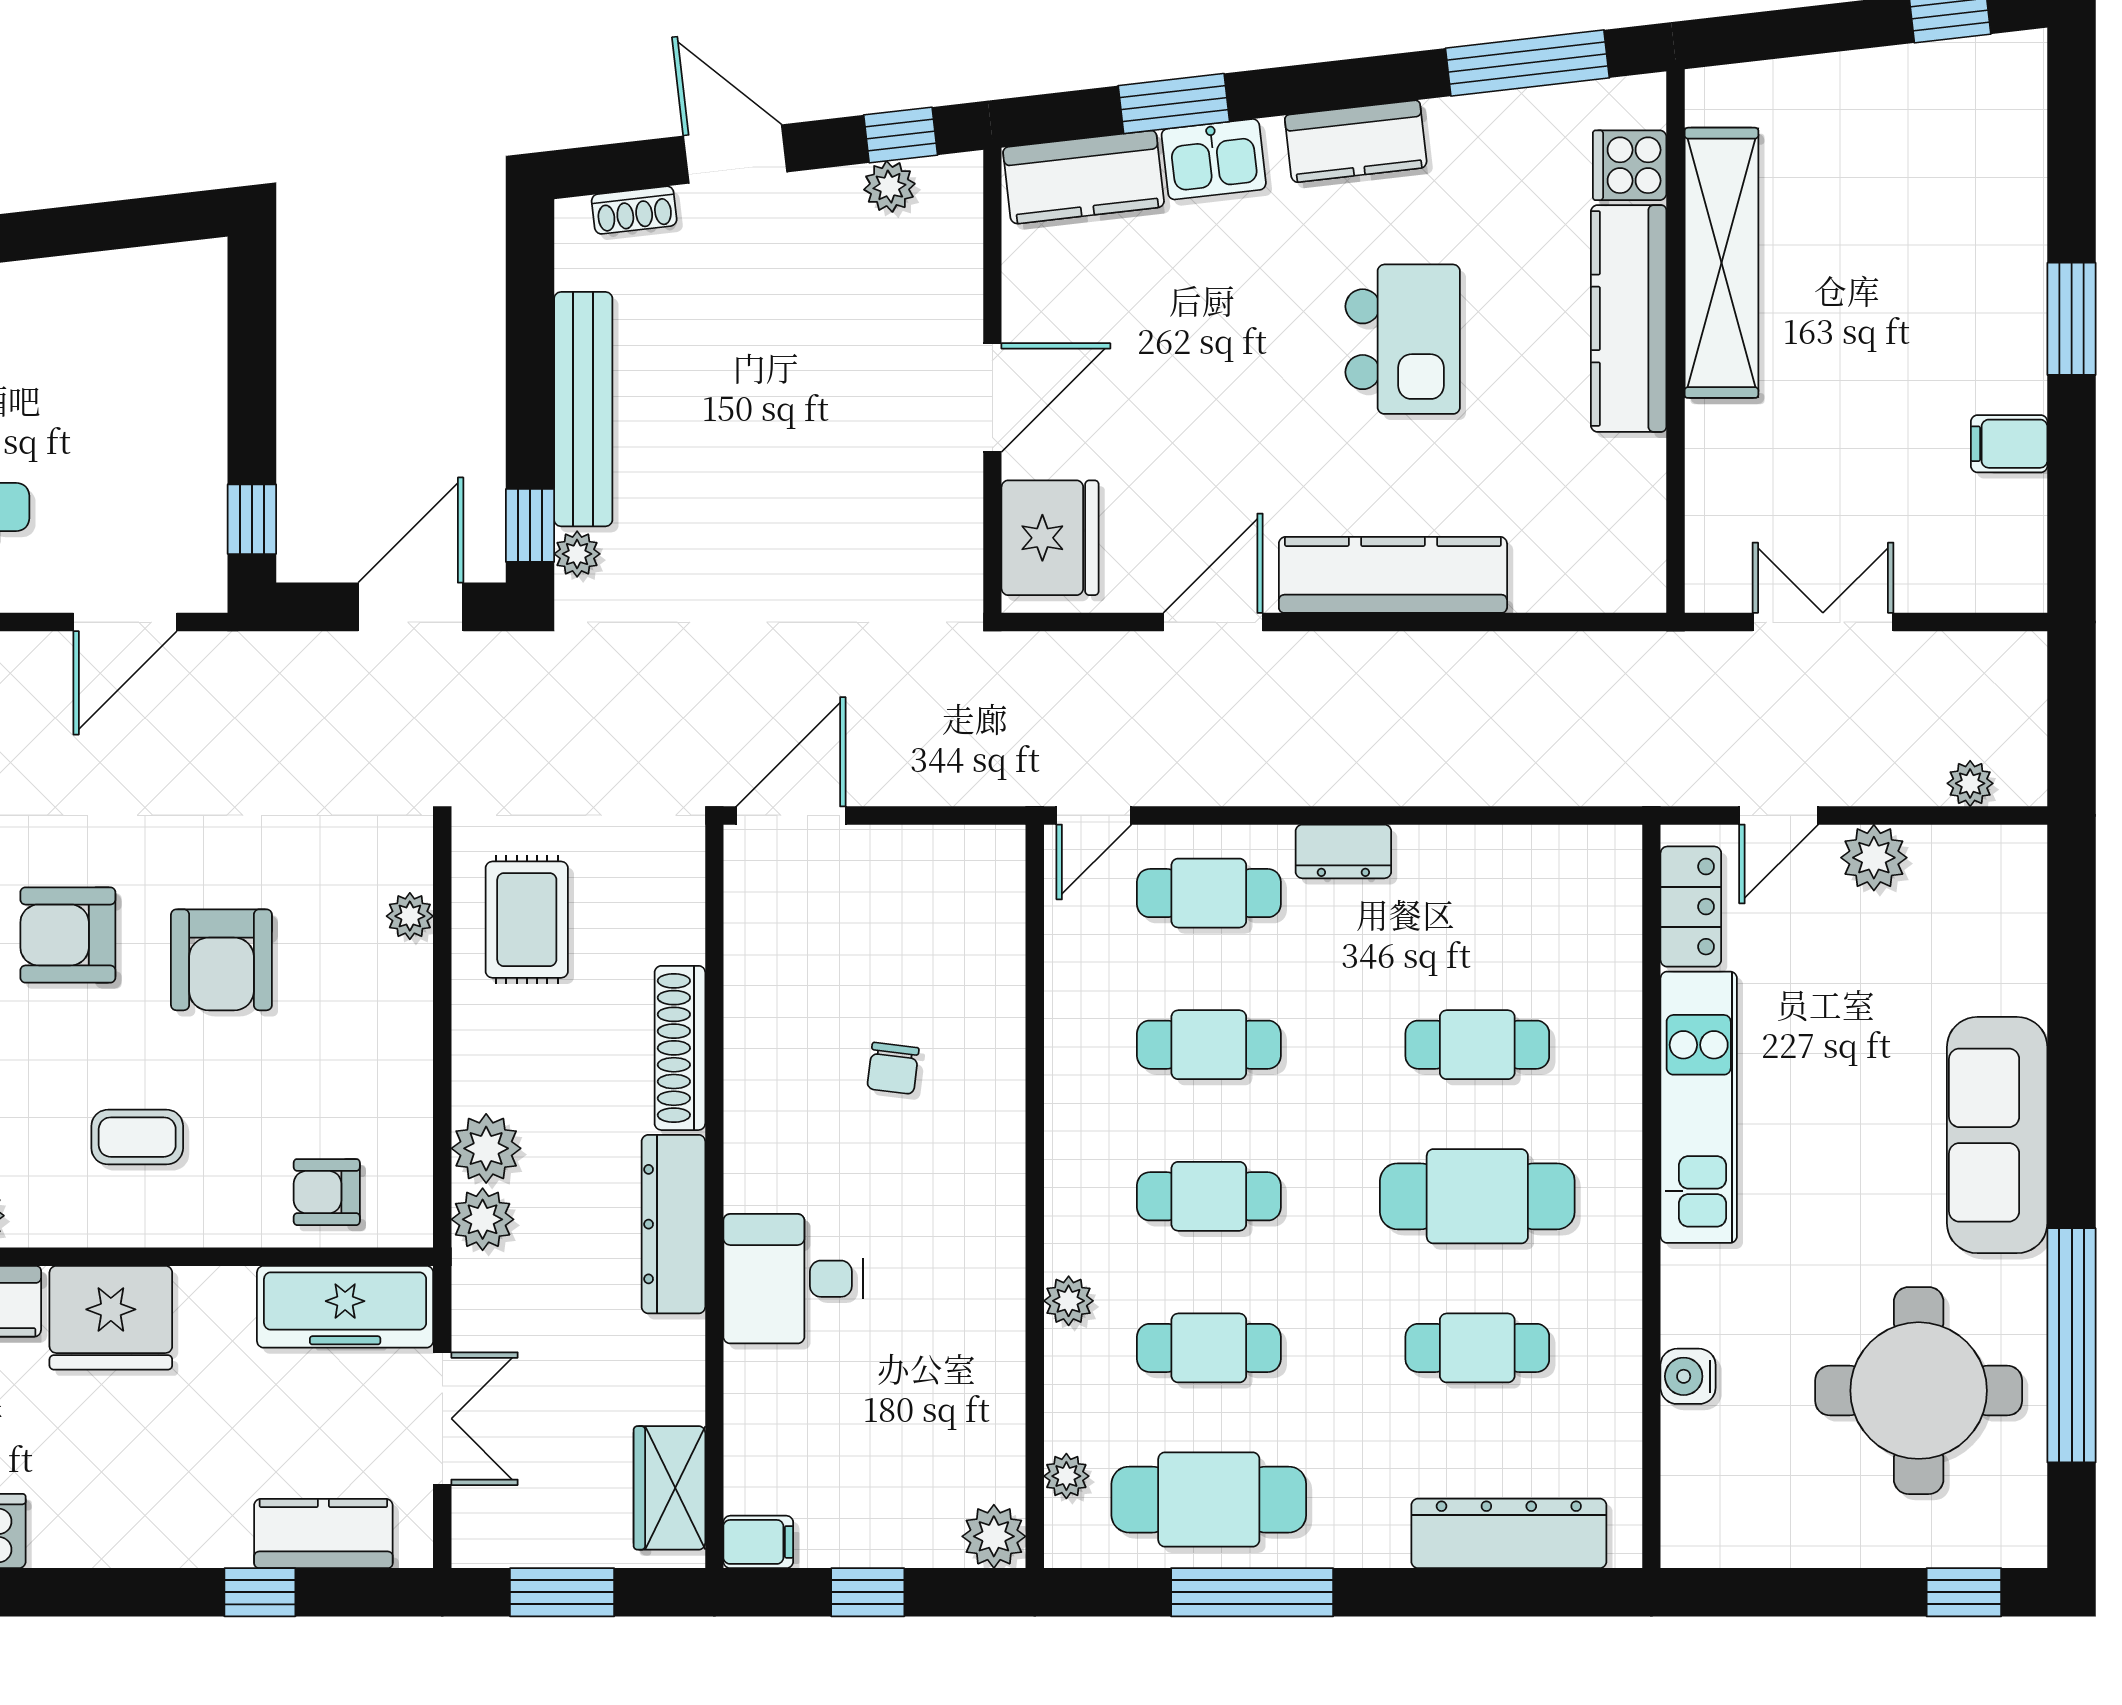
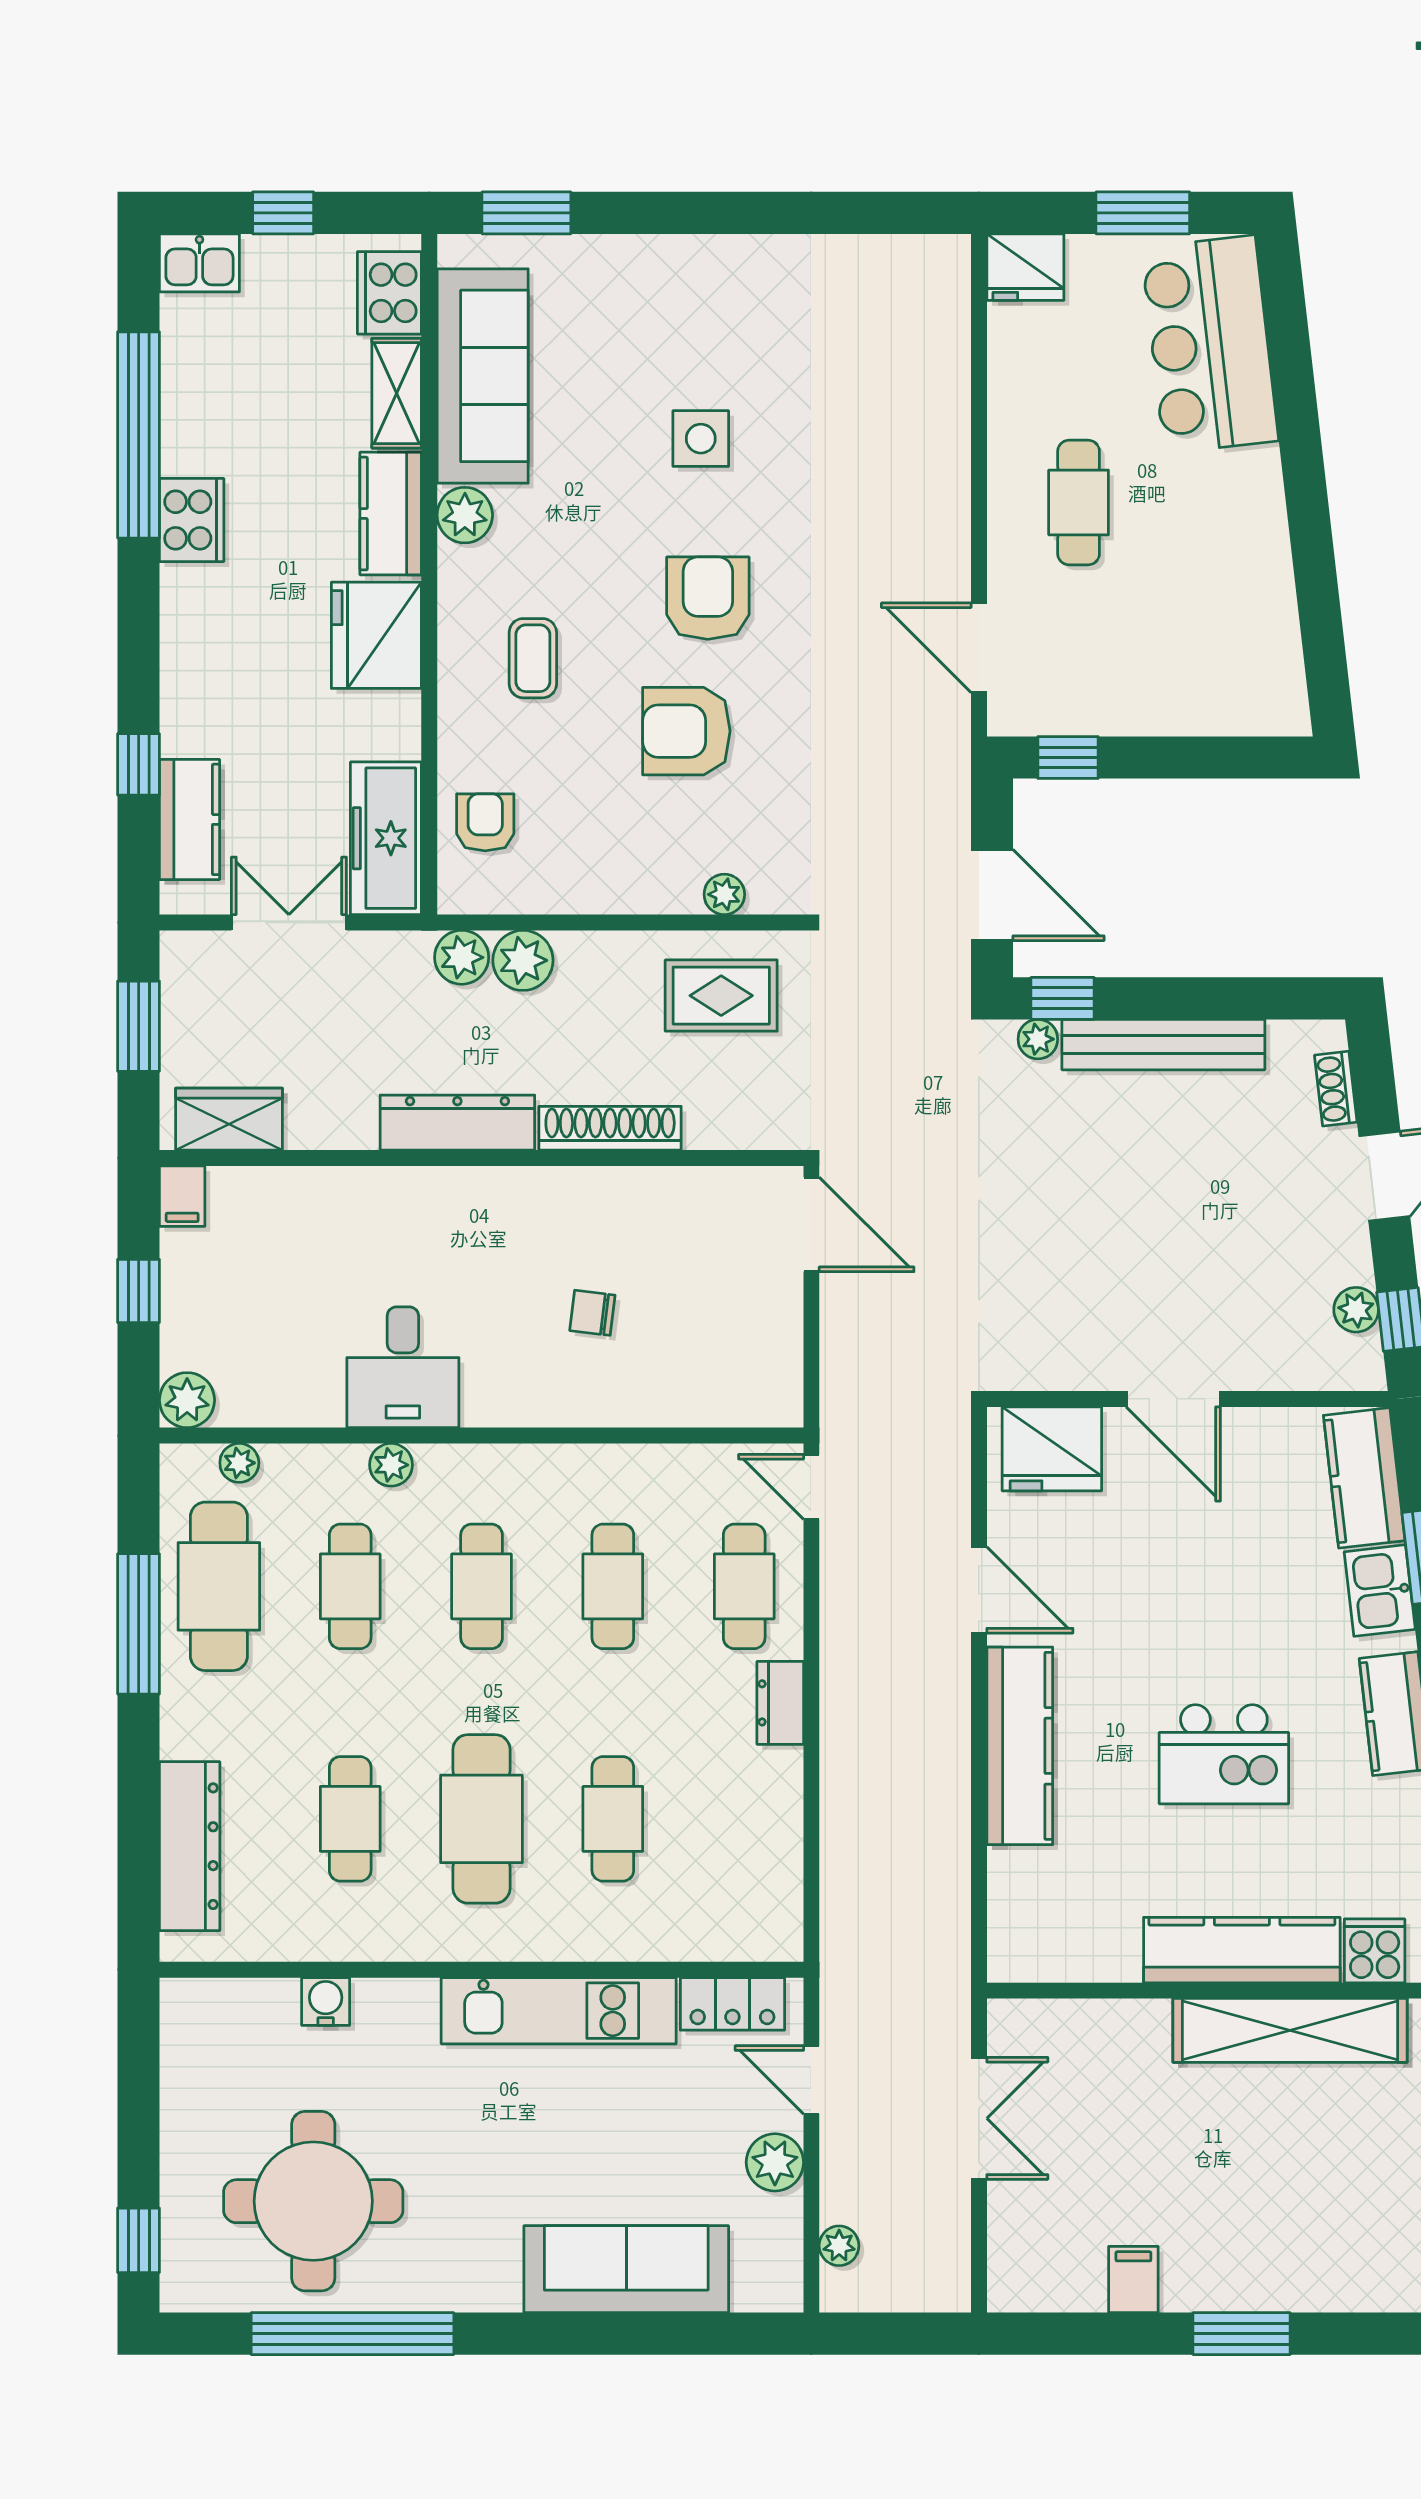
sofa: (1997, 1135) -> (626, 2269), moved
desk: (793, 1279) -> (403, 1367), moved, turned 180
double door: (442, 1419) -> (289, 922), swing flipped

